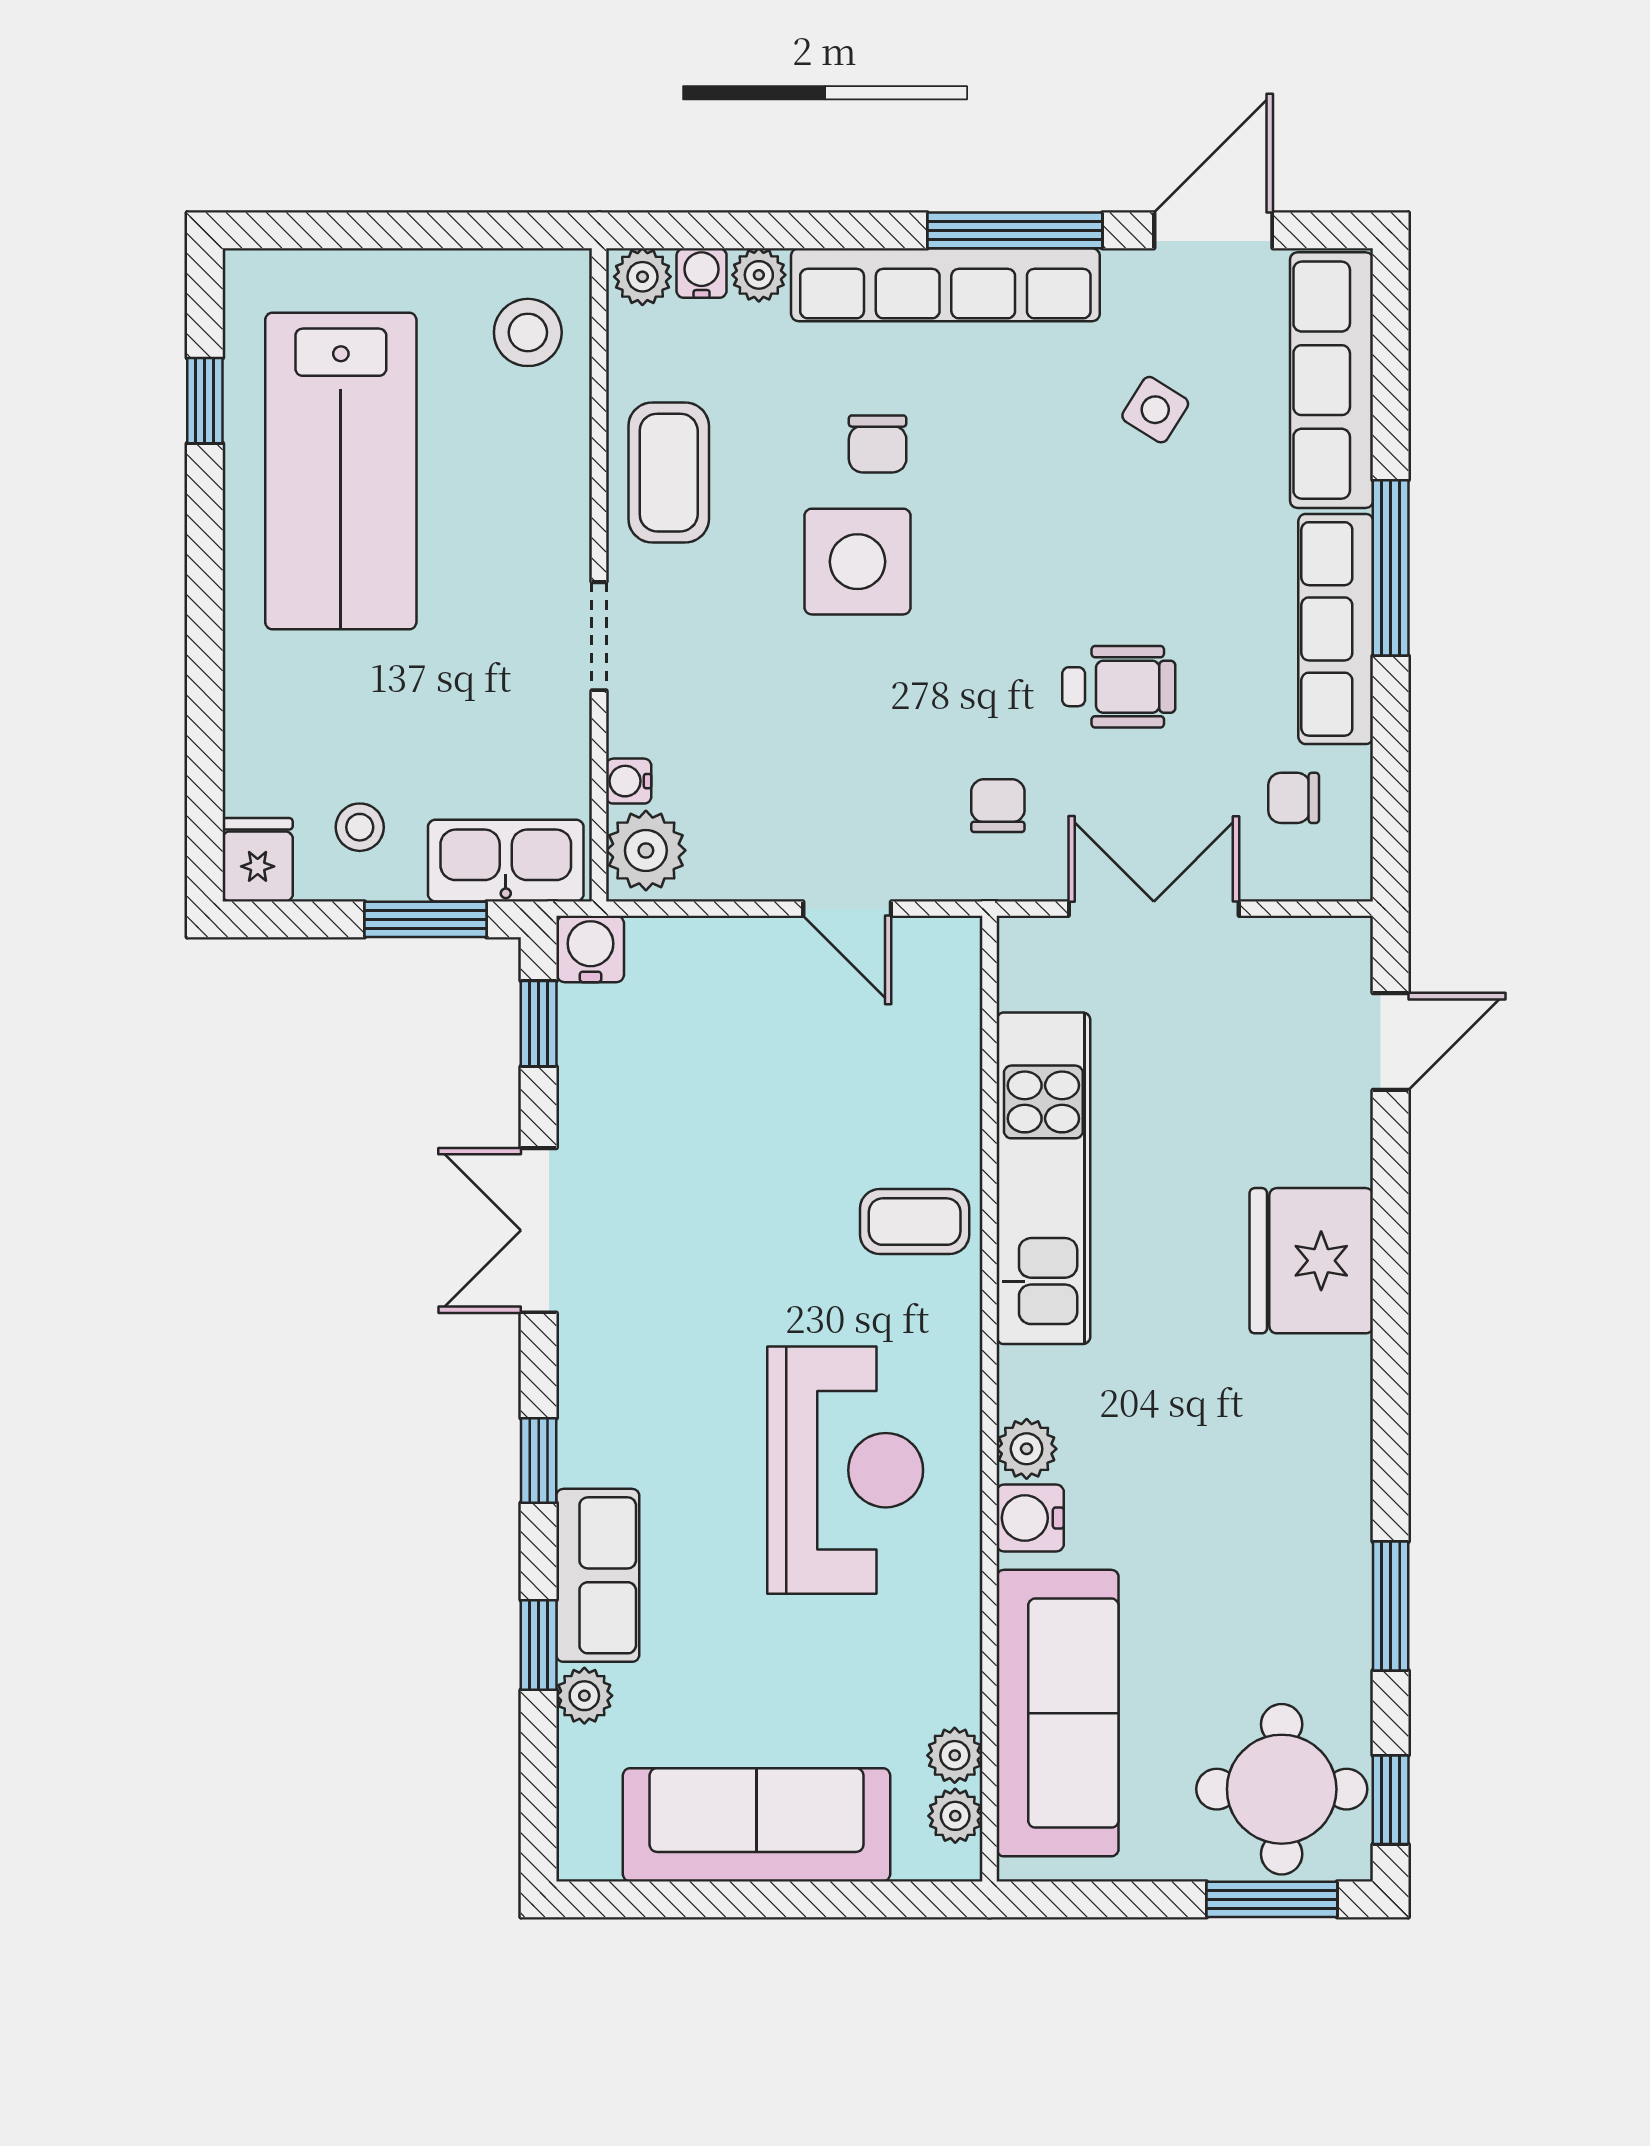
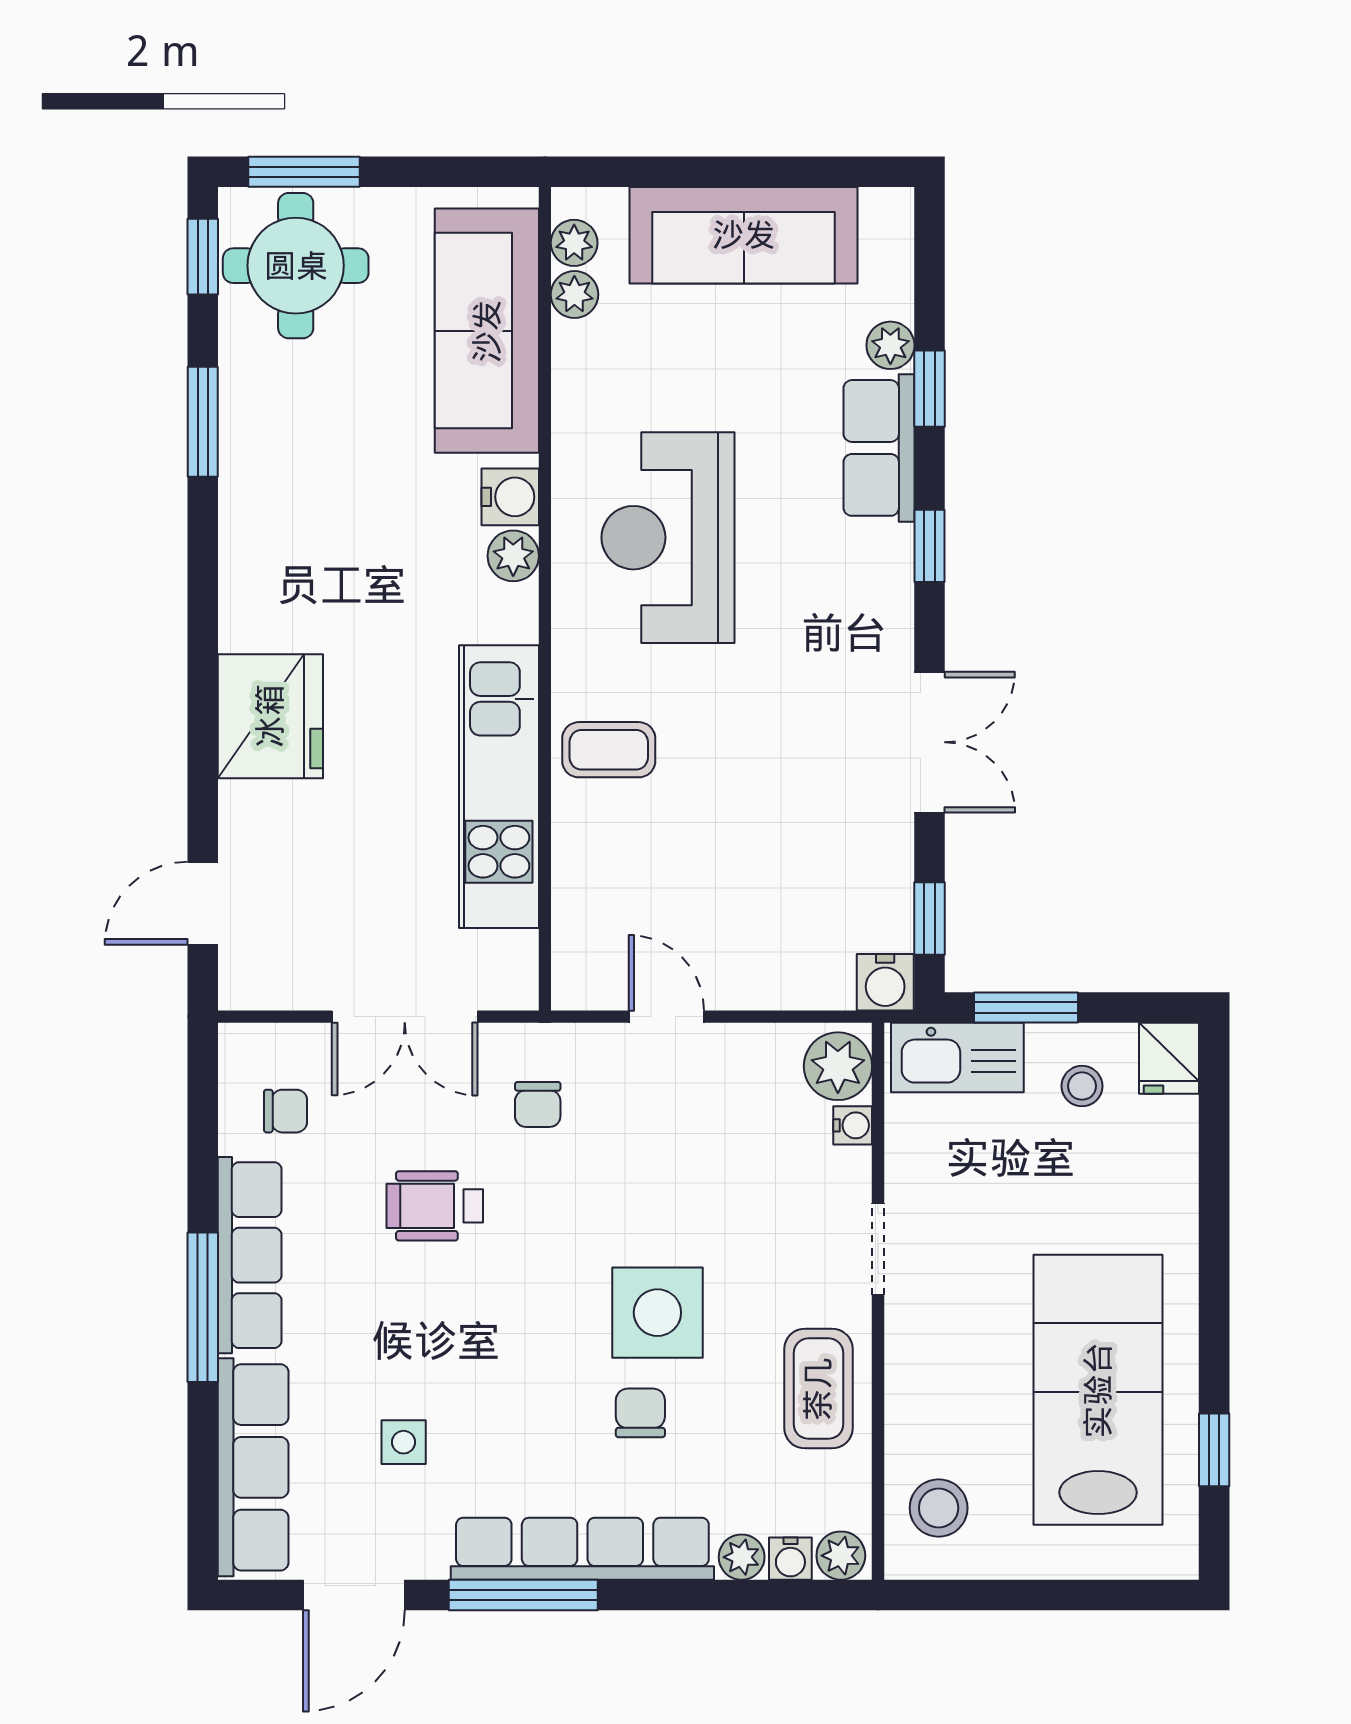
side table: (1155, 410) -> (404, 1442), turned -32

